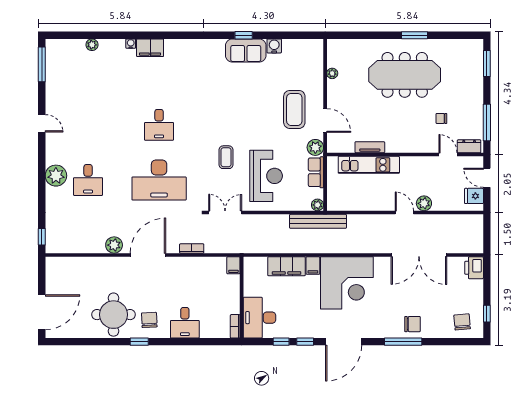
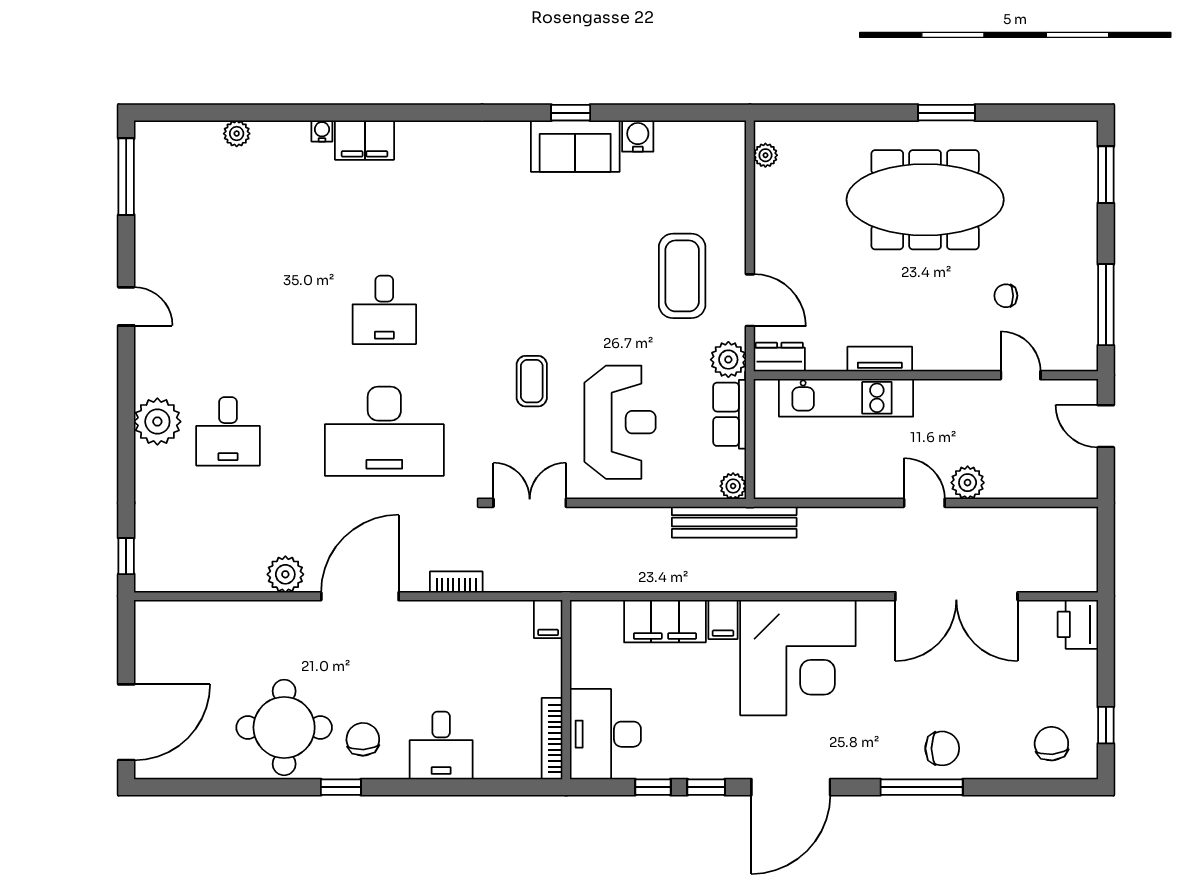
plant: (332, 73) -> (765, 155), moved
dresser: (469, 146) -> (779, 357), moved
tv unit: (370, 147) -> (880, 359), moved
fridge: (474, 196) -> (1078, 466), removed
bookcase: (235, 326) -> (552, 739), width x1.56

